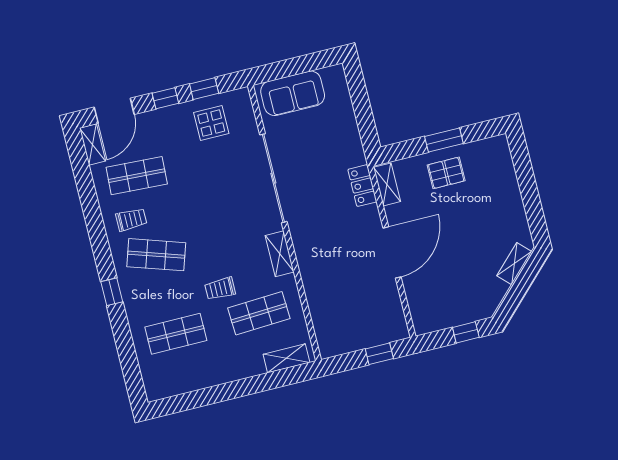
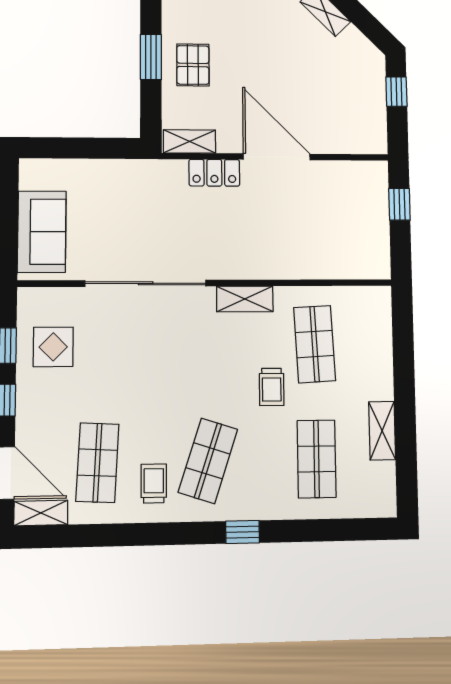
locker: (362, 186) -> (214, 173), moved
shelving: (286, 358) -> (382, 431), moved

